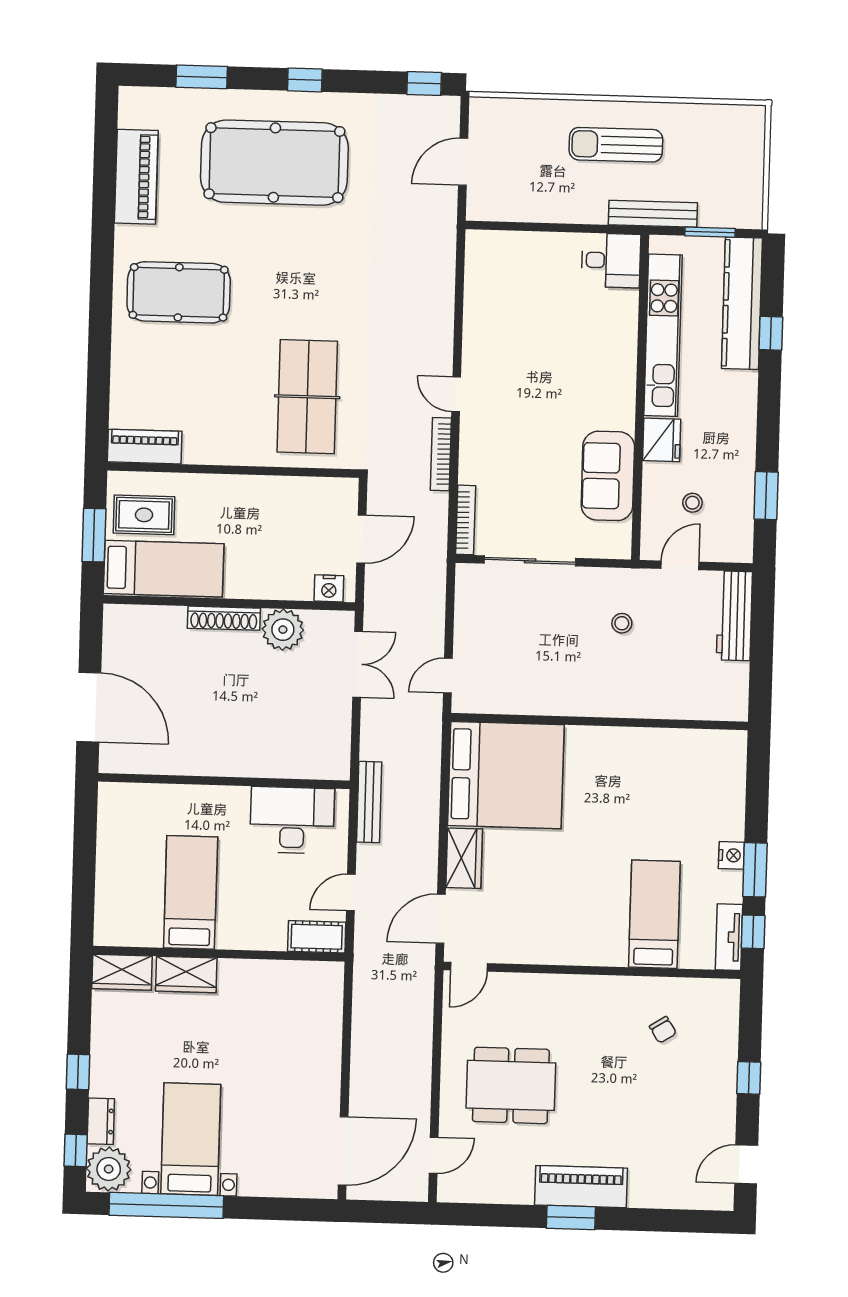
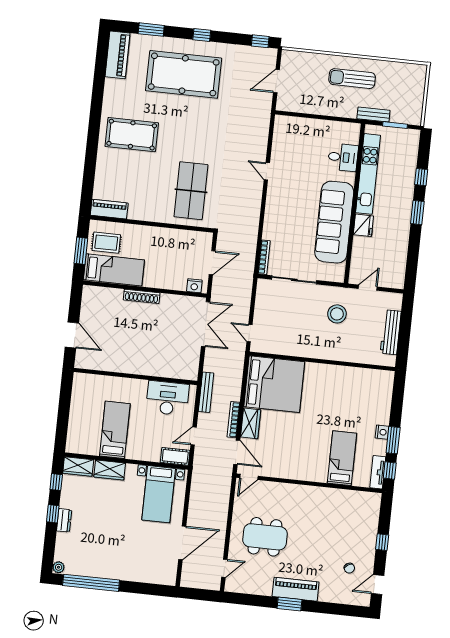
piano: (136, 177) -> (118, 55), moved
bench: (653, 214) -> (373, 115), width x0.73
desk: (611, 260) -> (343, 157), moved
kitchen counter: (742, 303) -> (408, 161), removed
door: (456, 394) -> (267, 171), moved
bookcase: (441, 454) -> (234, 420), moved
sofa: (608, 476) -> (334, 222), width x1.85, depth x1.27
window: (766, 496) -> (417, 213), moved
stool: (692, 503) -> (376, 257), removed
workbench: (734, 616) -> (391, 332), moved
stool: (622, 623) -> (337, 314), width x1.89, depth x1.89
plant: (283, 630) -> (170, 304), removed
double door: (358, 664) -> (206, 324), width x1.37
door: (448, 676) -> (249, 333), hinge flipped
door: (89, 707) -> (72, 335), width x0.73
door: (441, 919) -> (237, 452), swing flipped
chair: (663, 1030) -> (349, 568), moved
dresser: (101, 1121) -> (64, 520), moved
bed with nightstands: (191, 1139) -> (159, 494), moved, turned 180
window: (76, 1150) -> (56, 482), moved
door: (343, 1151) -> (182, 543), moved
plant: (109, 1169) -> (59, 567), width x0.53, depth x0.53

